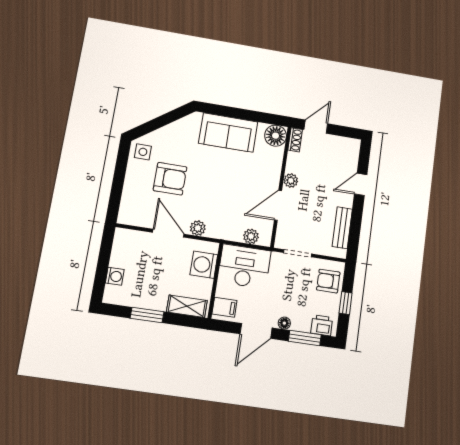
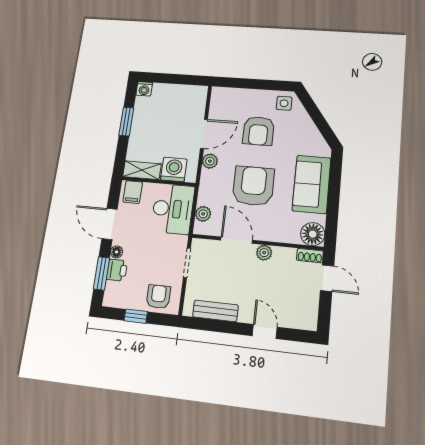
armchair: (226, 187) -> (253, 186), added
washing machine: (115, 276) -> (144, 89), moved
shelving: (187, 306) -> (142, 170), moved, turned 90
printer: (322, 325) -> (117, 270), moved

